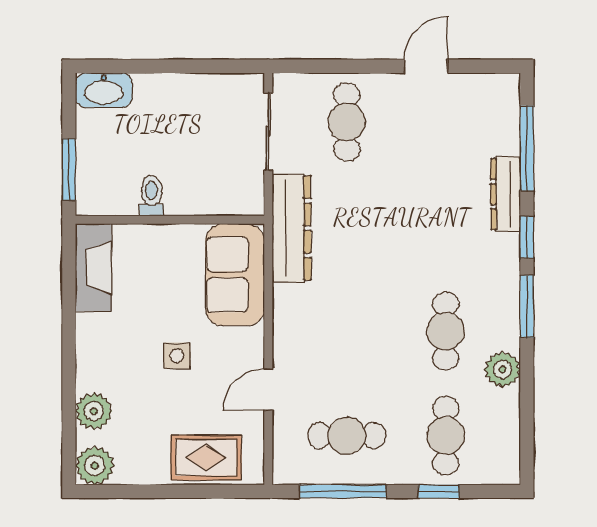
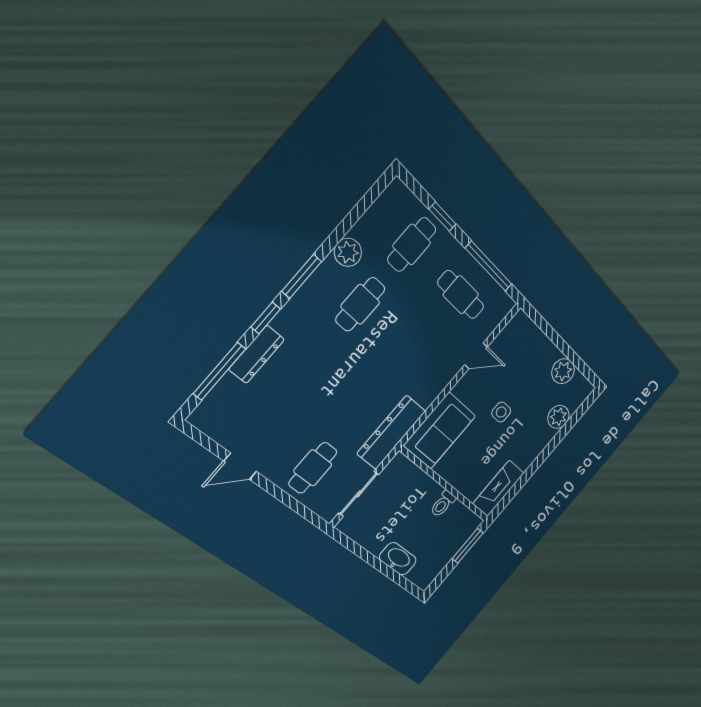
washbasin: (104, 90) -> (398, 559), moved
rug: (206, 458) -> (533, 347), removed
plant: (95, 466) -> (563, 371), moved

